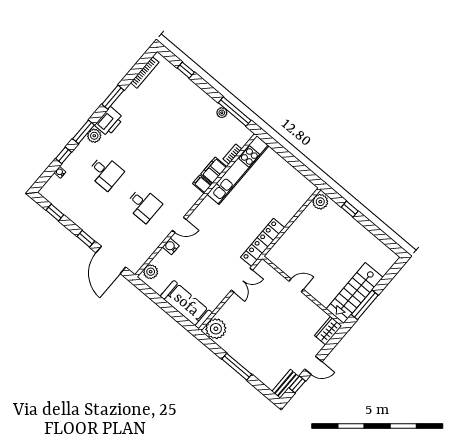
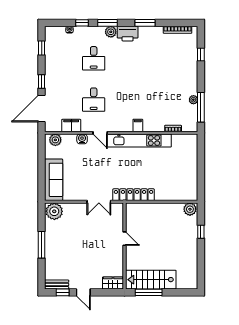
filing cabinet: (214, 170) -> (71, 125), moved
kitchen unit: (238, 170) -> (139, 140), moved

